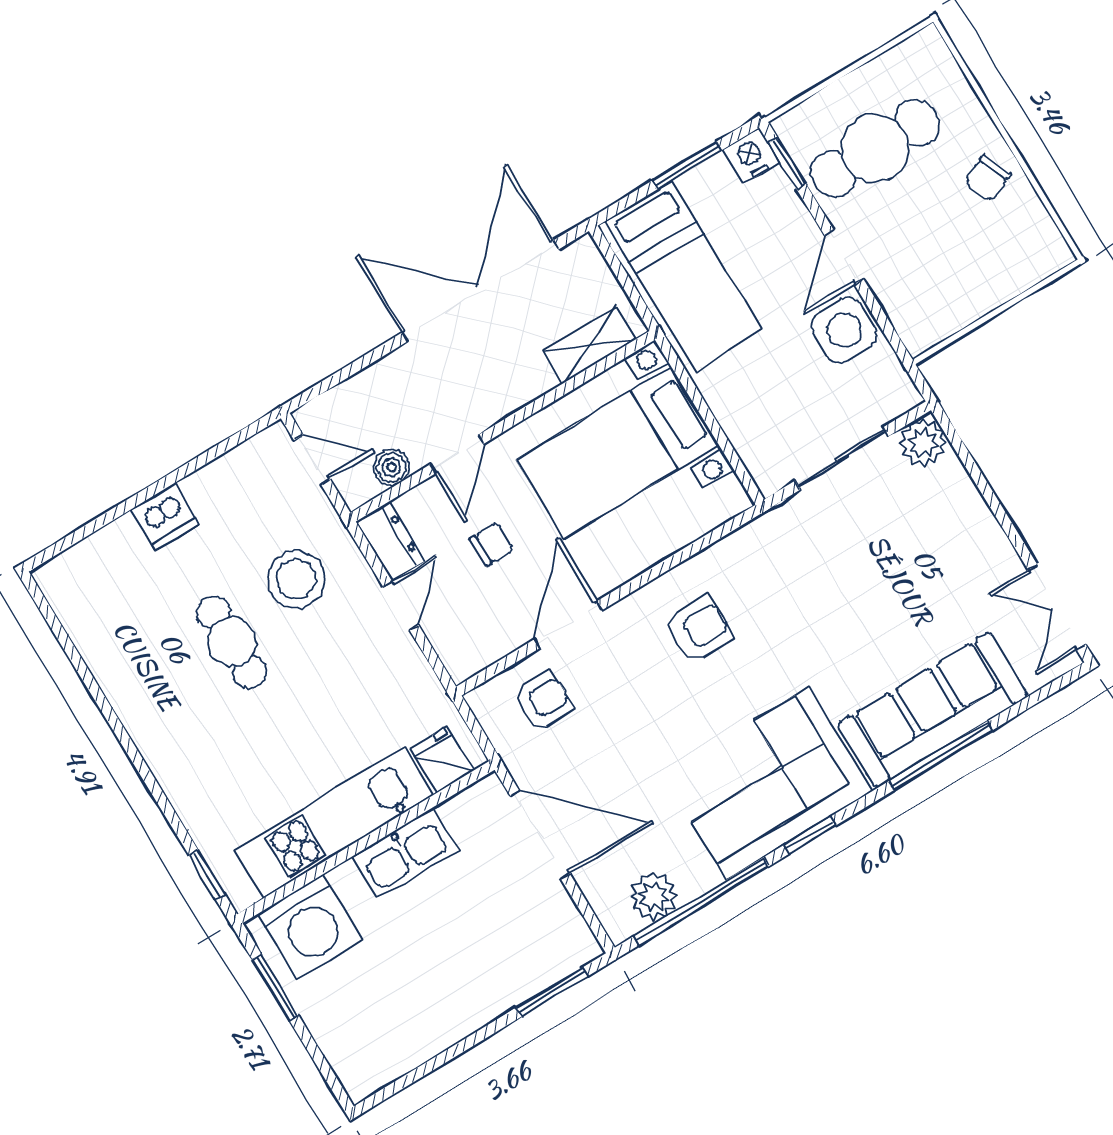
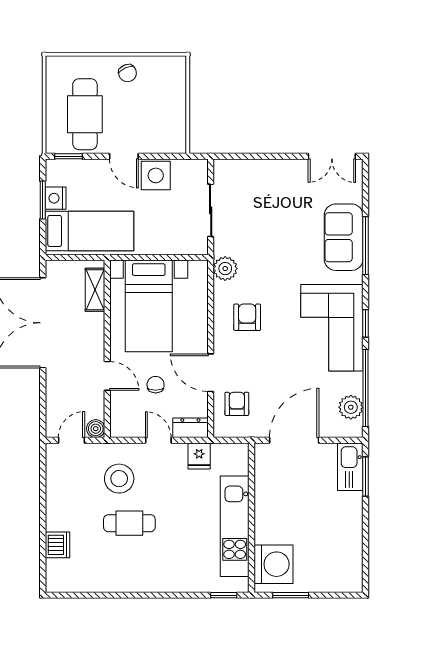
nightstand: (751, 156) -> (56, 198), moved
plant: (923, 443) -> (225, 269), moved
boiler: (391, 467) -> (96, 429), moved
dishwasher: (165, 517) -> (57, 545), moved
dresser: (390, 541) -> (190, 428), moved
sofa: (933, 710) -> (344, 237), width x0.73
fridge: (442, 760) -> (199, 456), moved, turned -90
kitchen sink: (405, 853) -> (350, 467), moved, turned 180

